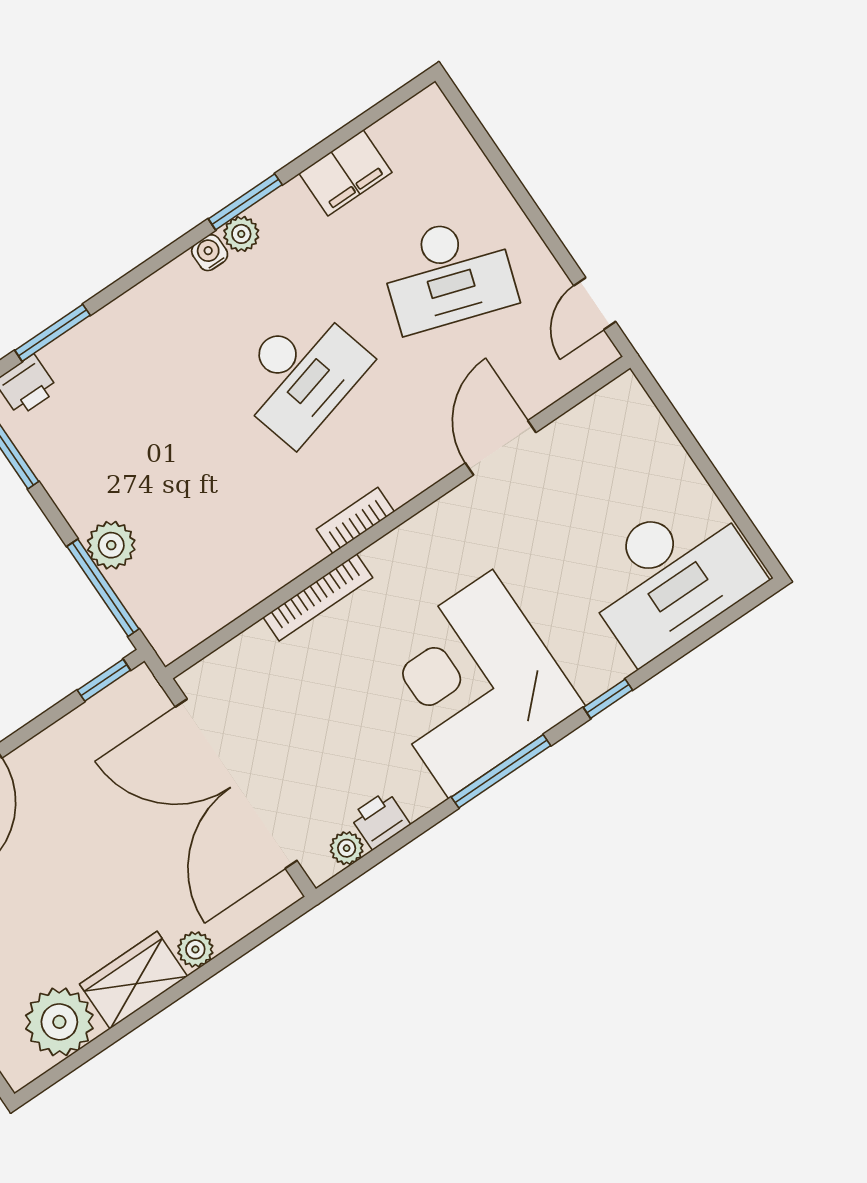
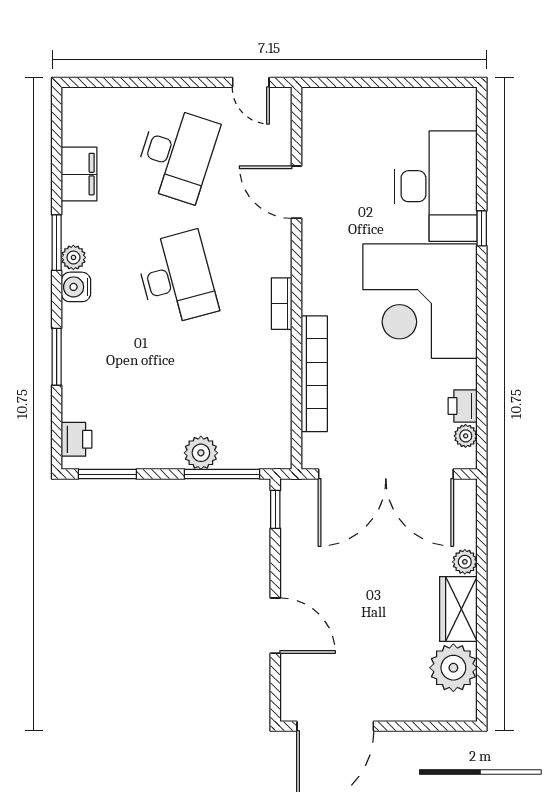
water cooler: (210, 253) -> (76, 287), width x1.38, depth x1.38
window: (52, 333) -> (57, 357), moved
desk: (671, 576) -> (436, 186), moved
bookcase: (318, 597) -> (314, 374), width x1.48, depth x1.31
window: (501, 771) -> (482, 318), removed

